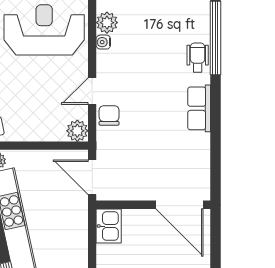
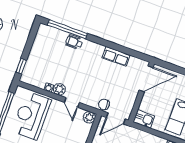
plant: (107, 23) -> (59, 89), moved
row of seats: (199, 108) -> (116, 56), moved
chair: (109, 115) -> (104, 104), moved

